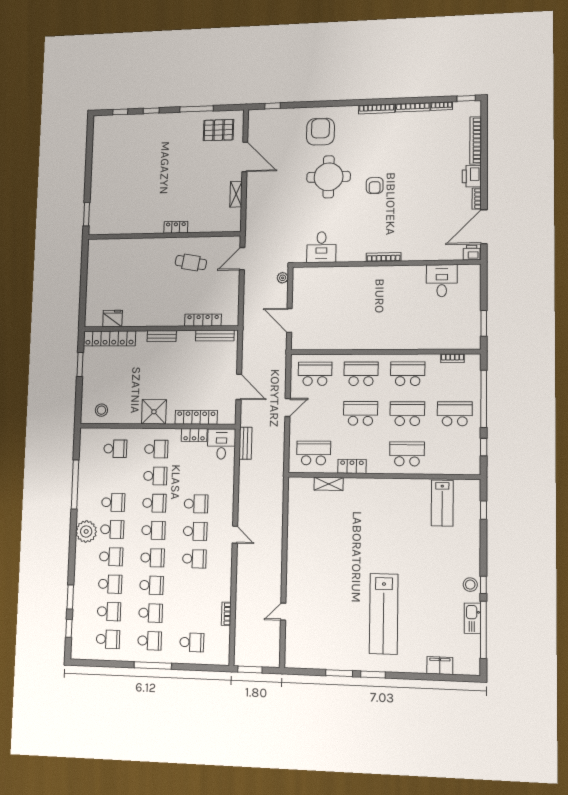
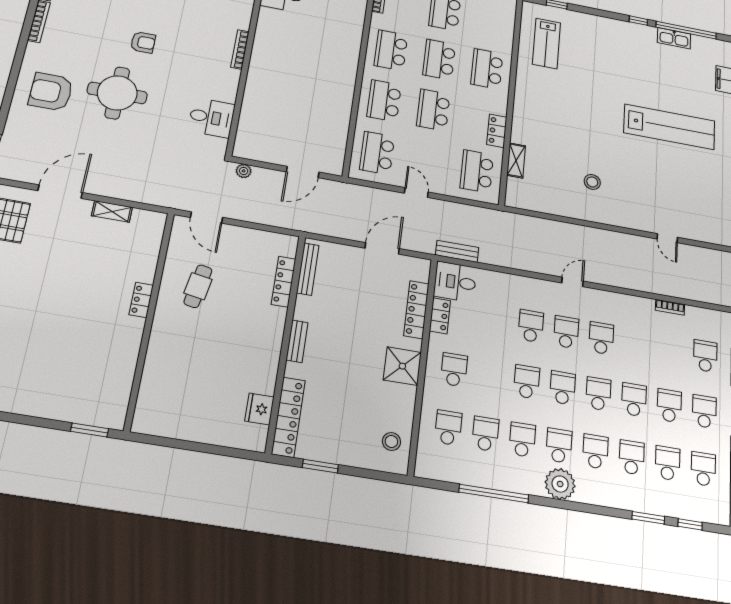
school desk: (155, 476) -> (485, 434), moved
lab bench: (442, 503) -> (546, 43), turned 90
stool: (470, 585) -> (592, 182), moved

